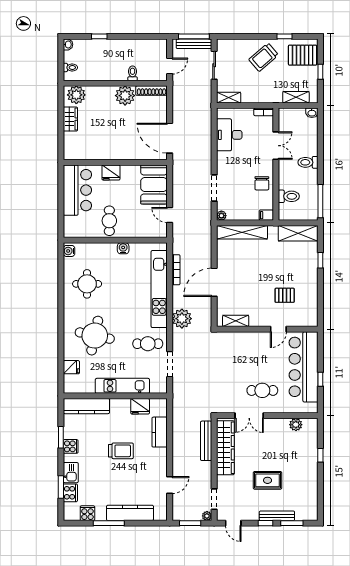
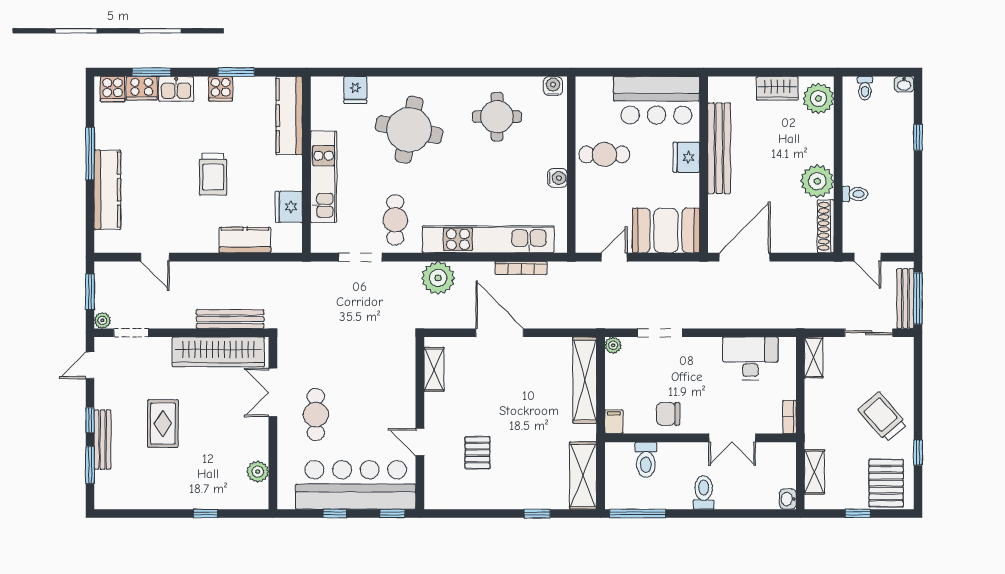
bench: (106, 153) -> (719, 148), added
window: (320, 345) -> (392, 513), added
cooker: (87, 513) -> (113, 89), moved, turned 90

